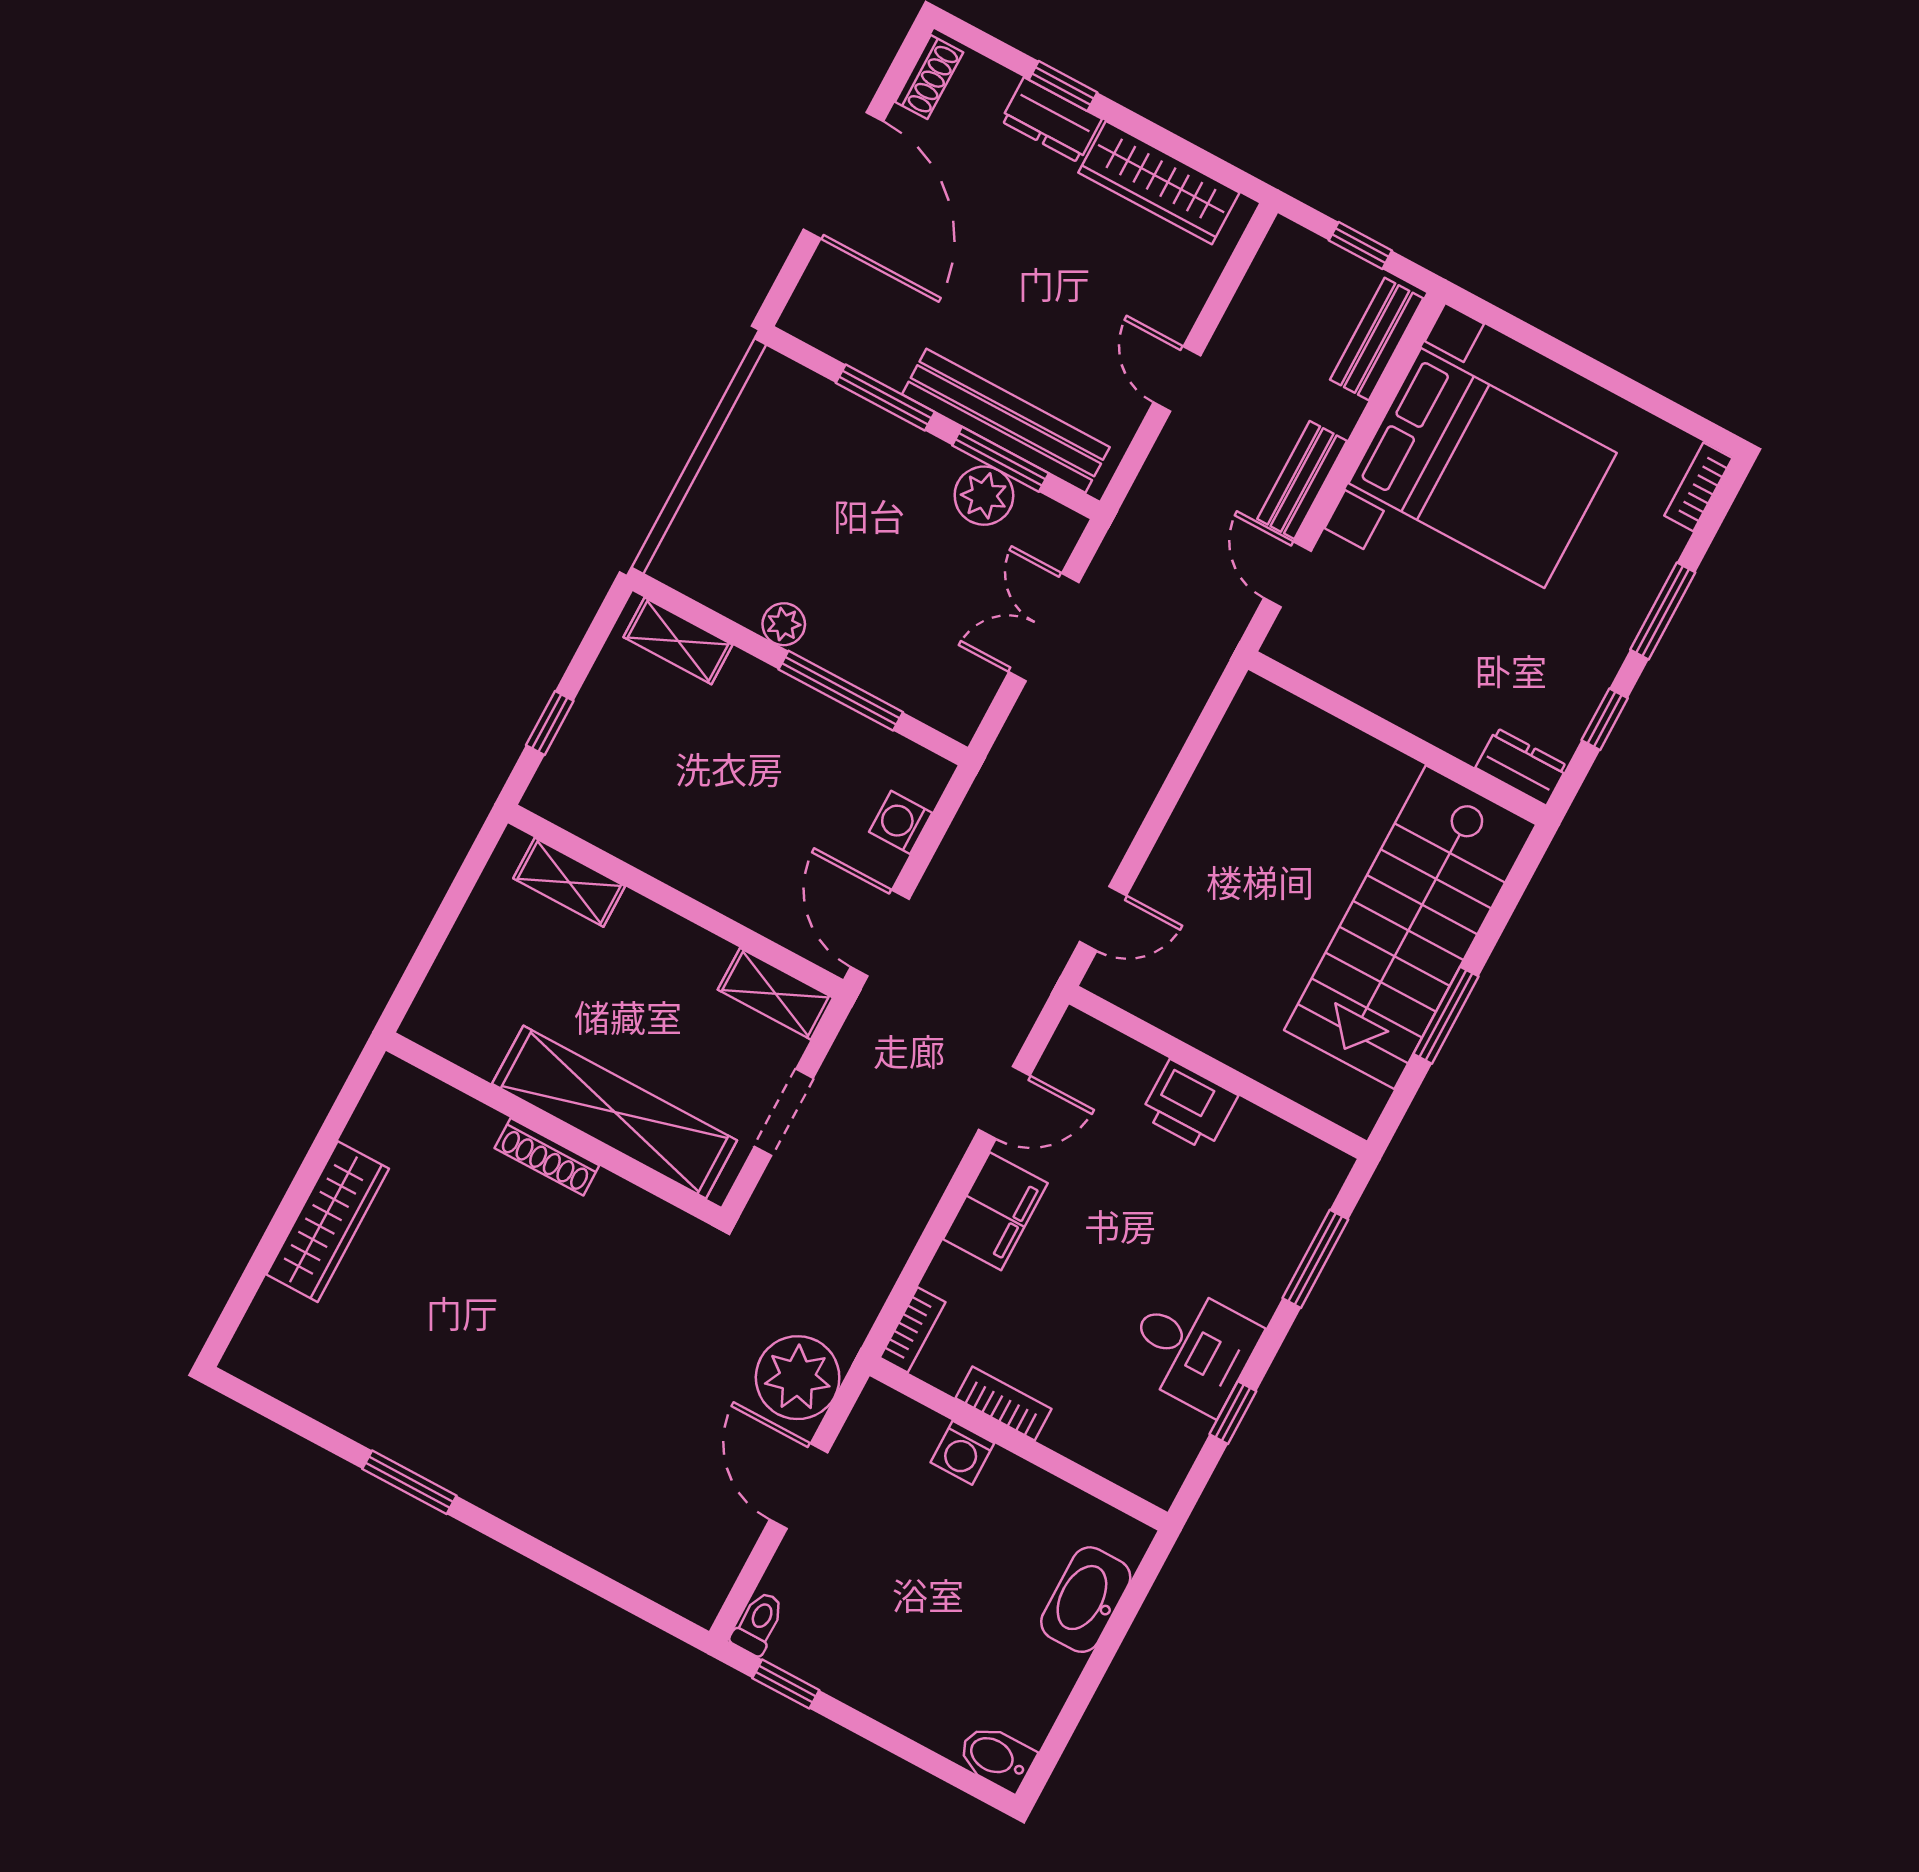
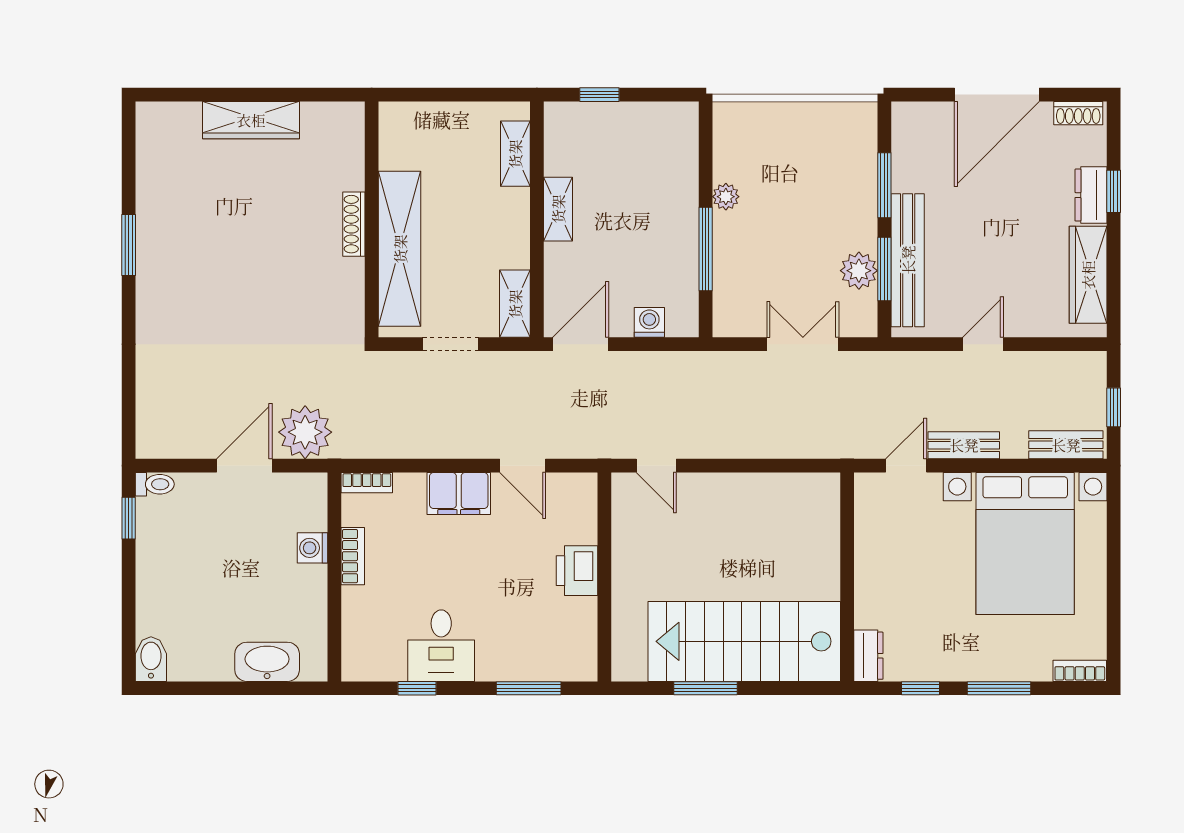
shelving: (678, 641) -> (558, 209), moved

